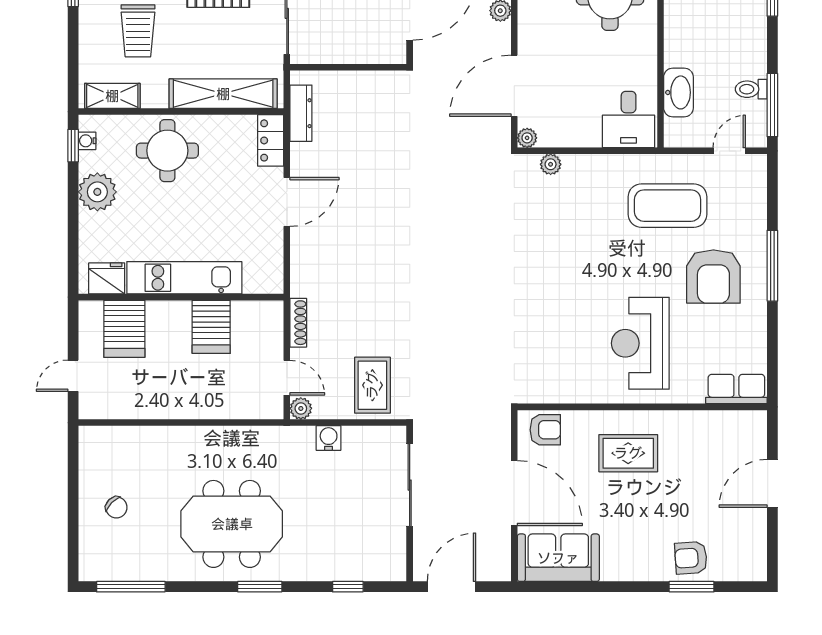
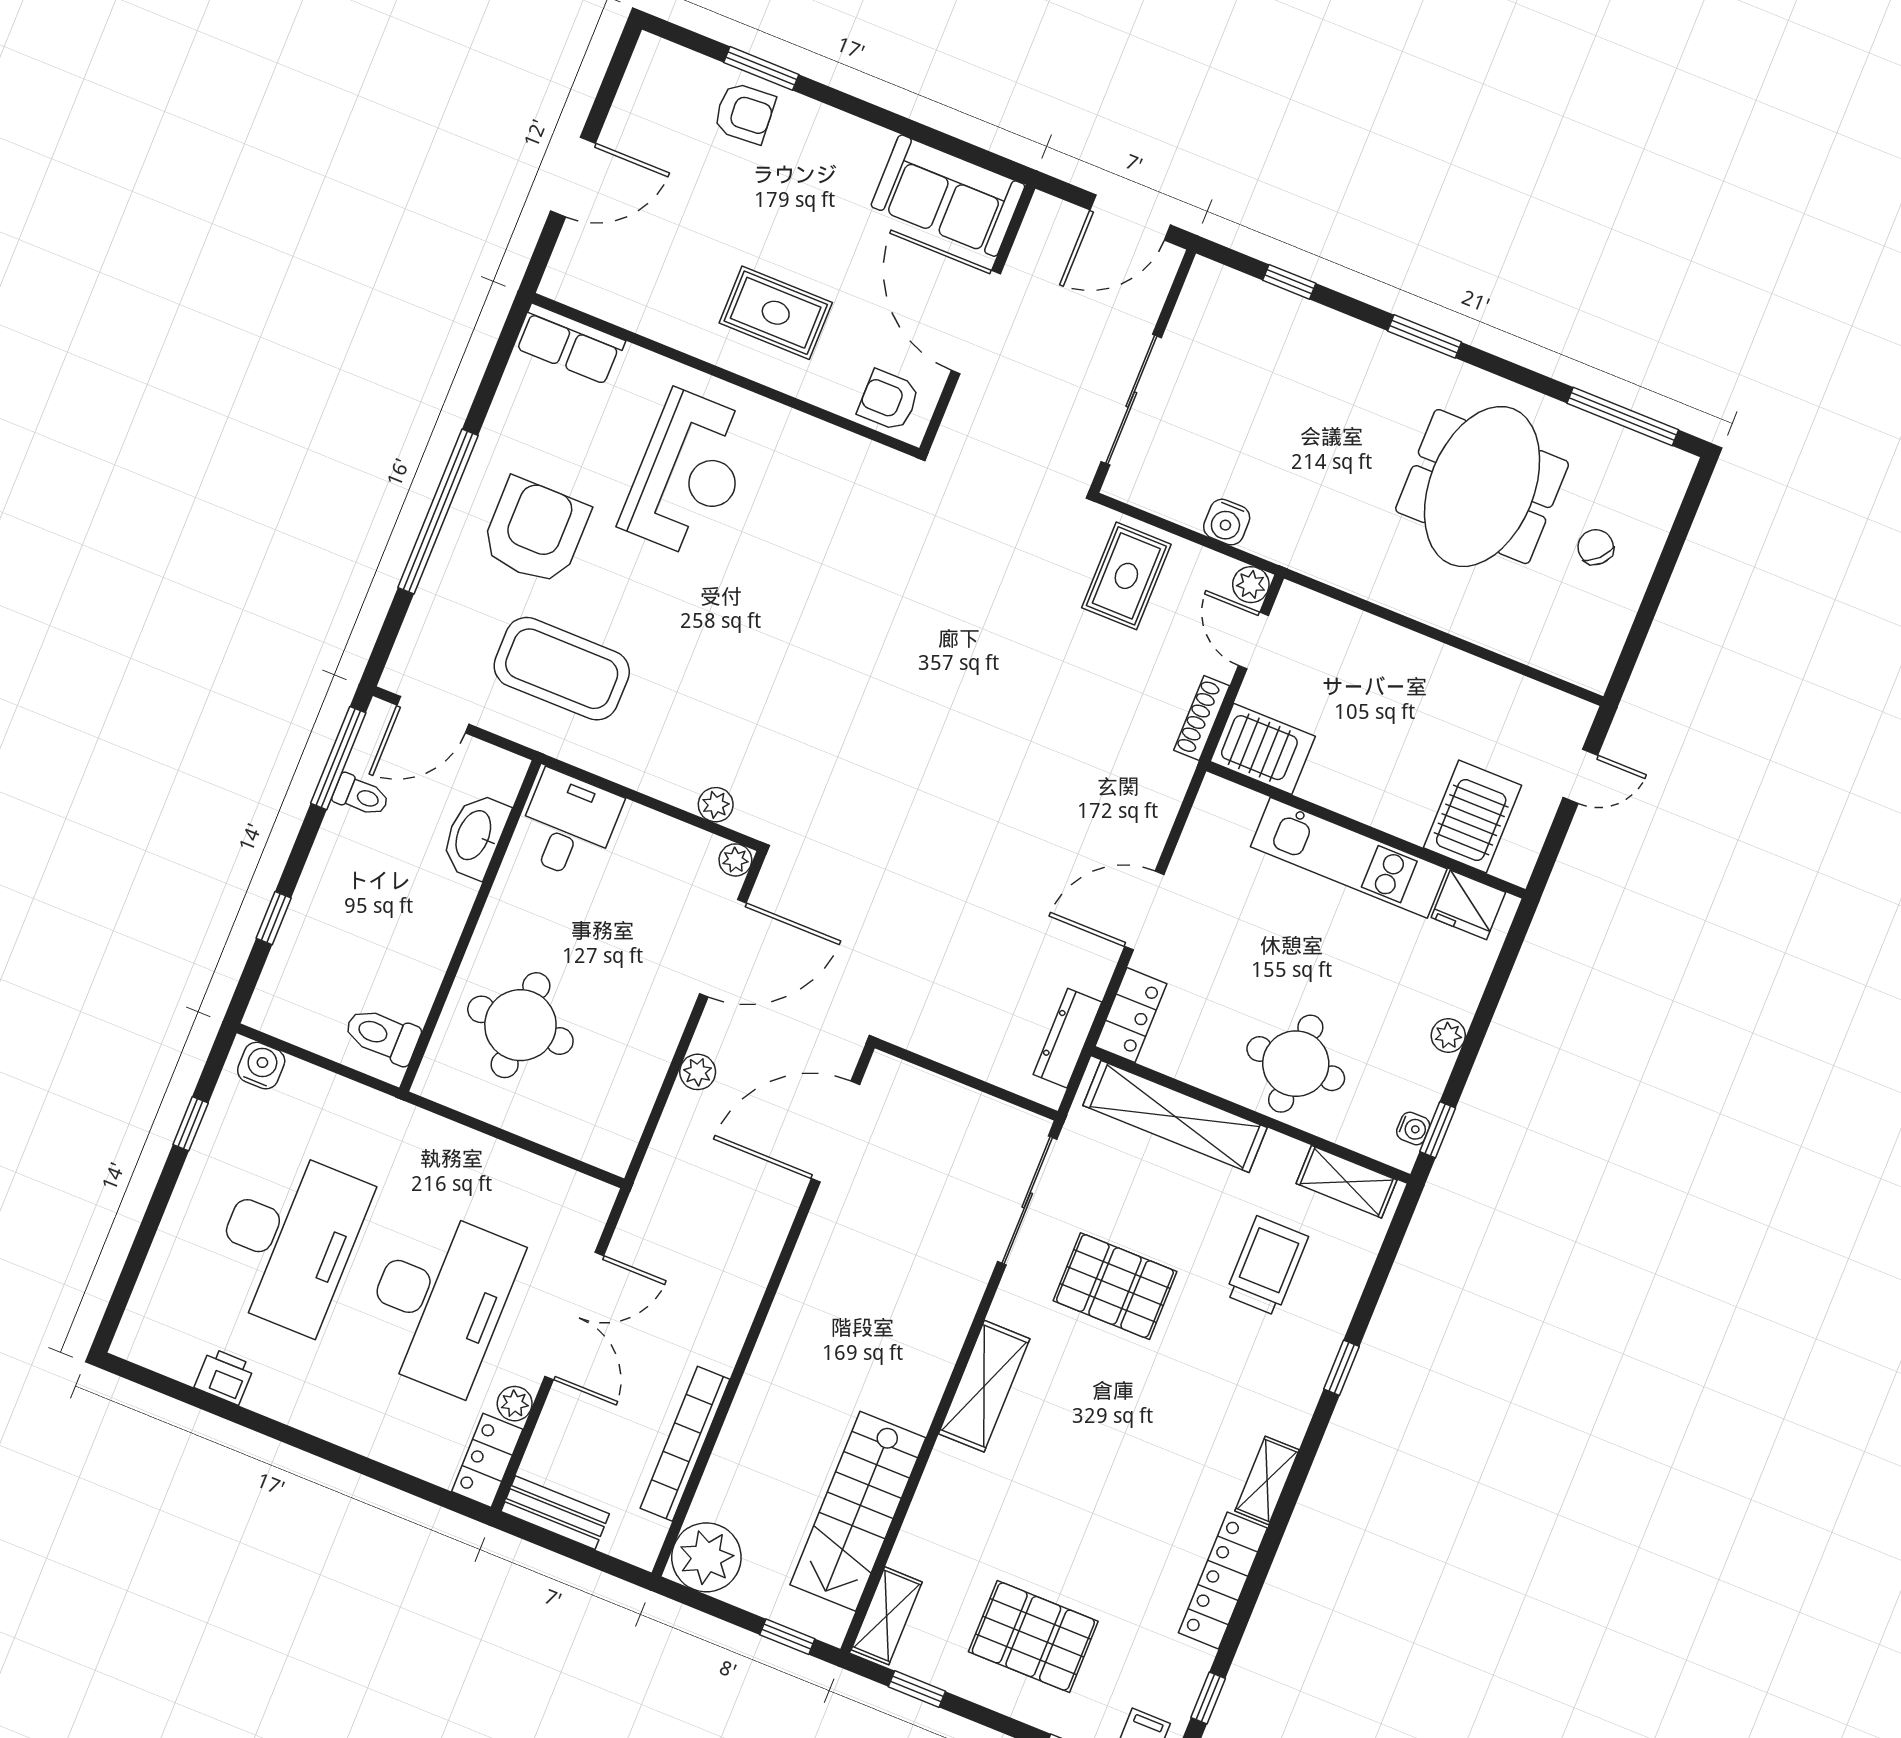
door: (729, 151) -> (433, 715), width x1.38
plant: (97, 192) -> (1448, 1035), width x0.53, depth x0.53
window: (772, 266) -> (438, 511), width x1.46
server rack: (211, 327) -> (1263, 749), moved, turned 90
meeting table: (232, 524) -> (1482, 487), moved, turned 90

